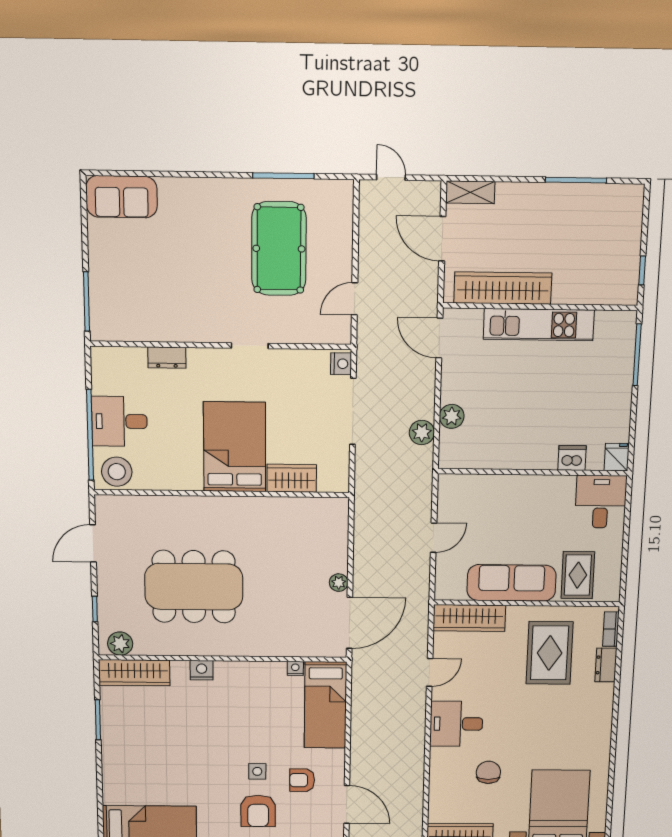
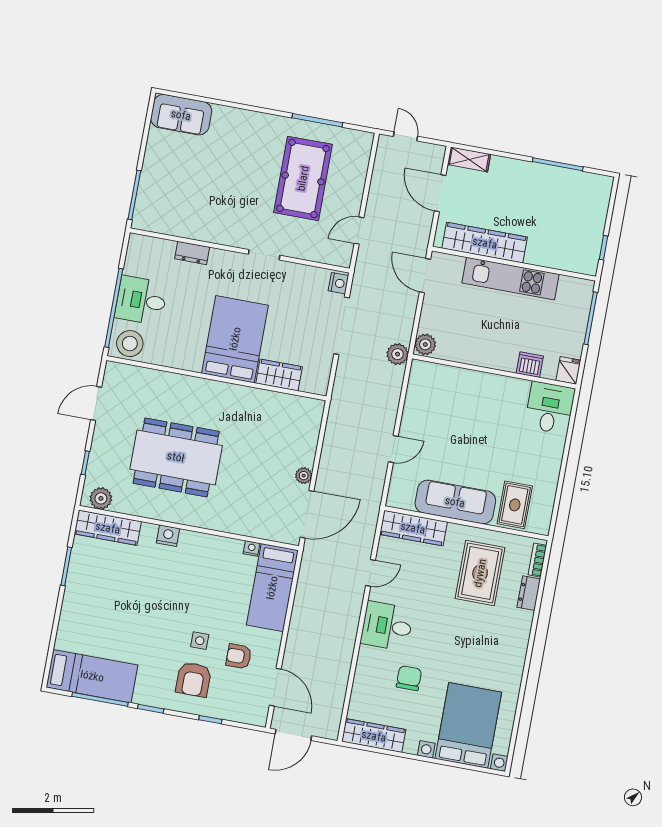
fridge: (617, 457) -> (568, 370), moved
dishwasher: (572, 458) -> (530, 365), moved
wall: (533, 472) -> (494, 371), moved
desk: (601, 502) -> (550, 408), moved

